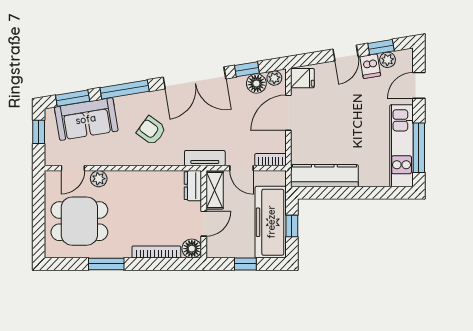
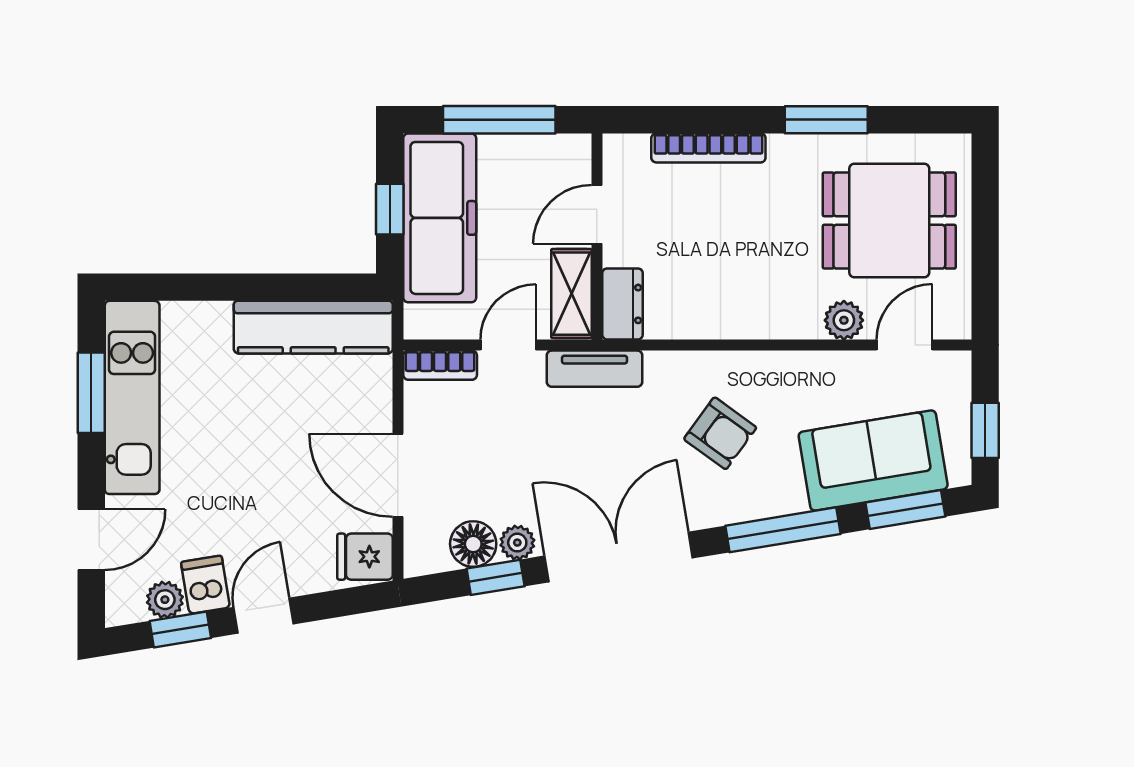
plant: (274, 78) -> (517, 543), moved
door: (288, 113) -> (398, 475), swing flipped
window: (419, 148) -> (91, 393), width x0.69
door: (241, 168) -> (508, 345), hinge flipped
floor lamp: (192, 249) -> (625, 156), removed
window: (245, 264) -> (499, 120), width x2.17

